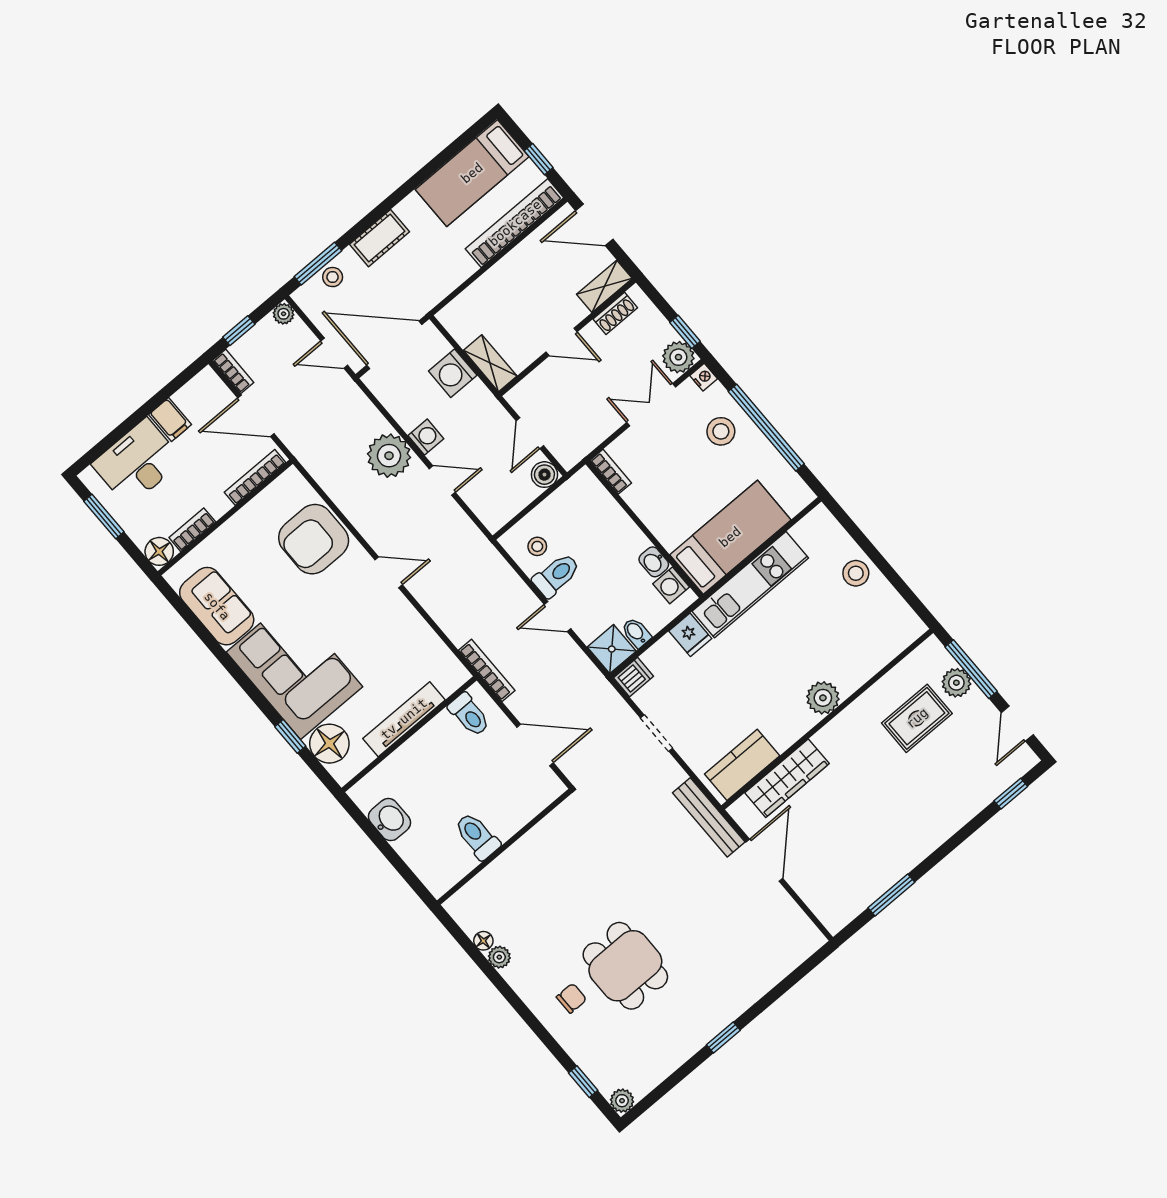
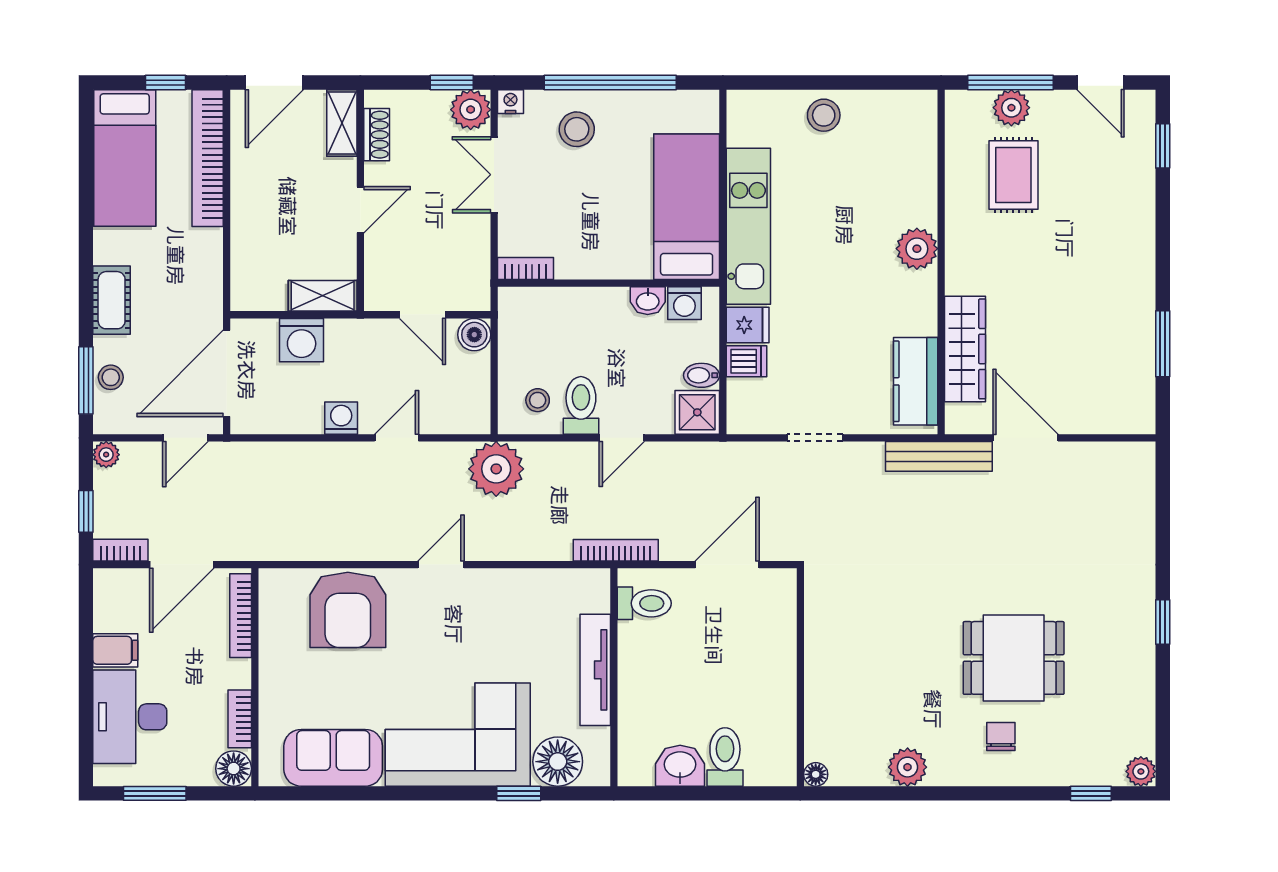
plant: (389, 456) -> (496, 469), moved
dishwasher: (633, 677) -> (747, 361), moved, turned 90
toilet: (477, 836) -> (725, 757), moved, turned 90
floor lamp: (483, 941) -> (816, 774), moved
plant: (499, 957) -> (908, 767), width x1.38, depth x1.38

